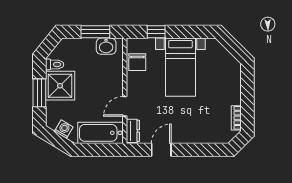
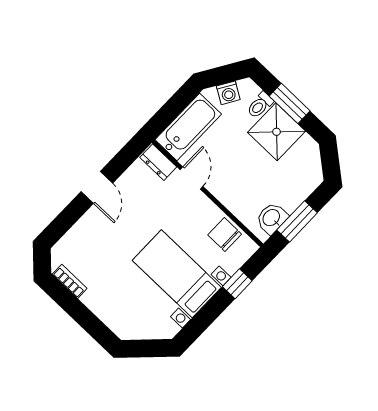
toilet: (55, 64) -> (260, 105), moved
door: (161, 150) -> (97, 187), moved

